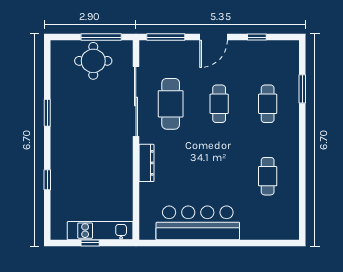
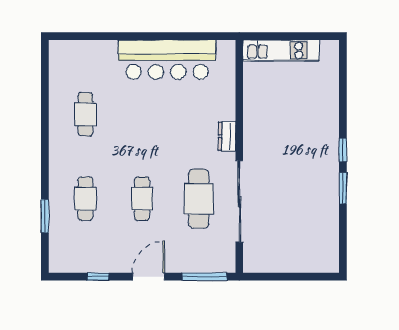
window: (101, 37) -> (280, 277), removed
round table: (93, 61) -> (289, 249), removed
dresser: (146, 163) -> (227, 136), width x0.70
window: (47, 180) -> (343, 150), moved
window: (90, 243) -> (293, 36), removed

